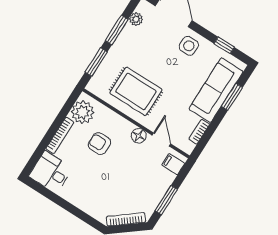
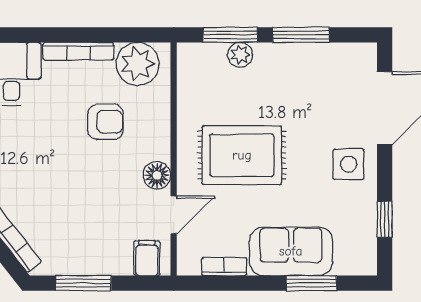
plant: (136, 19) -> (240, 55), moved
sofa: (216, 90) -> (291, 251), width x0.73
rug: (136, 91) -> (242, 155), moved, turned 90
armchair: (100, 144) -> (105, 122), turned 90

